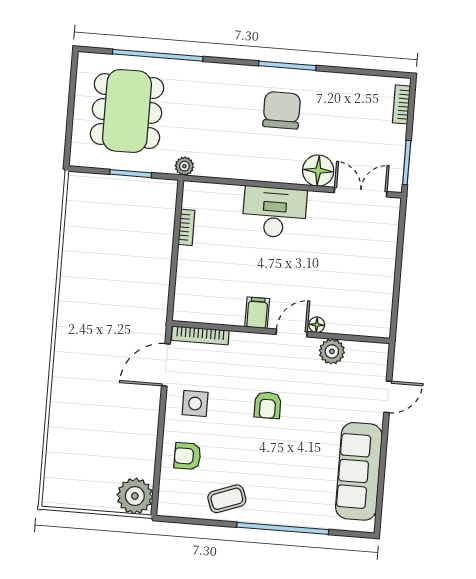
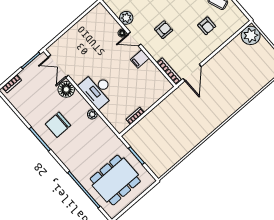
plant: (184, 166) -> (92, 114), moved
door: (166, 365) -> (192, 73), hinge flipped
side table: (195, 404) -> (195, 48), removed
armchair: (268, 405) -> (164, 30), moved
armchair: (187, 456) -> (207, 26), moved

